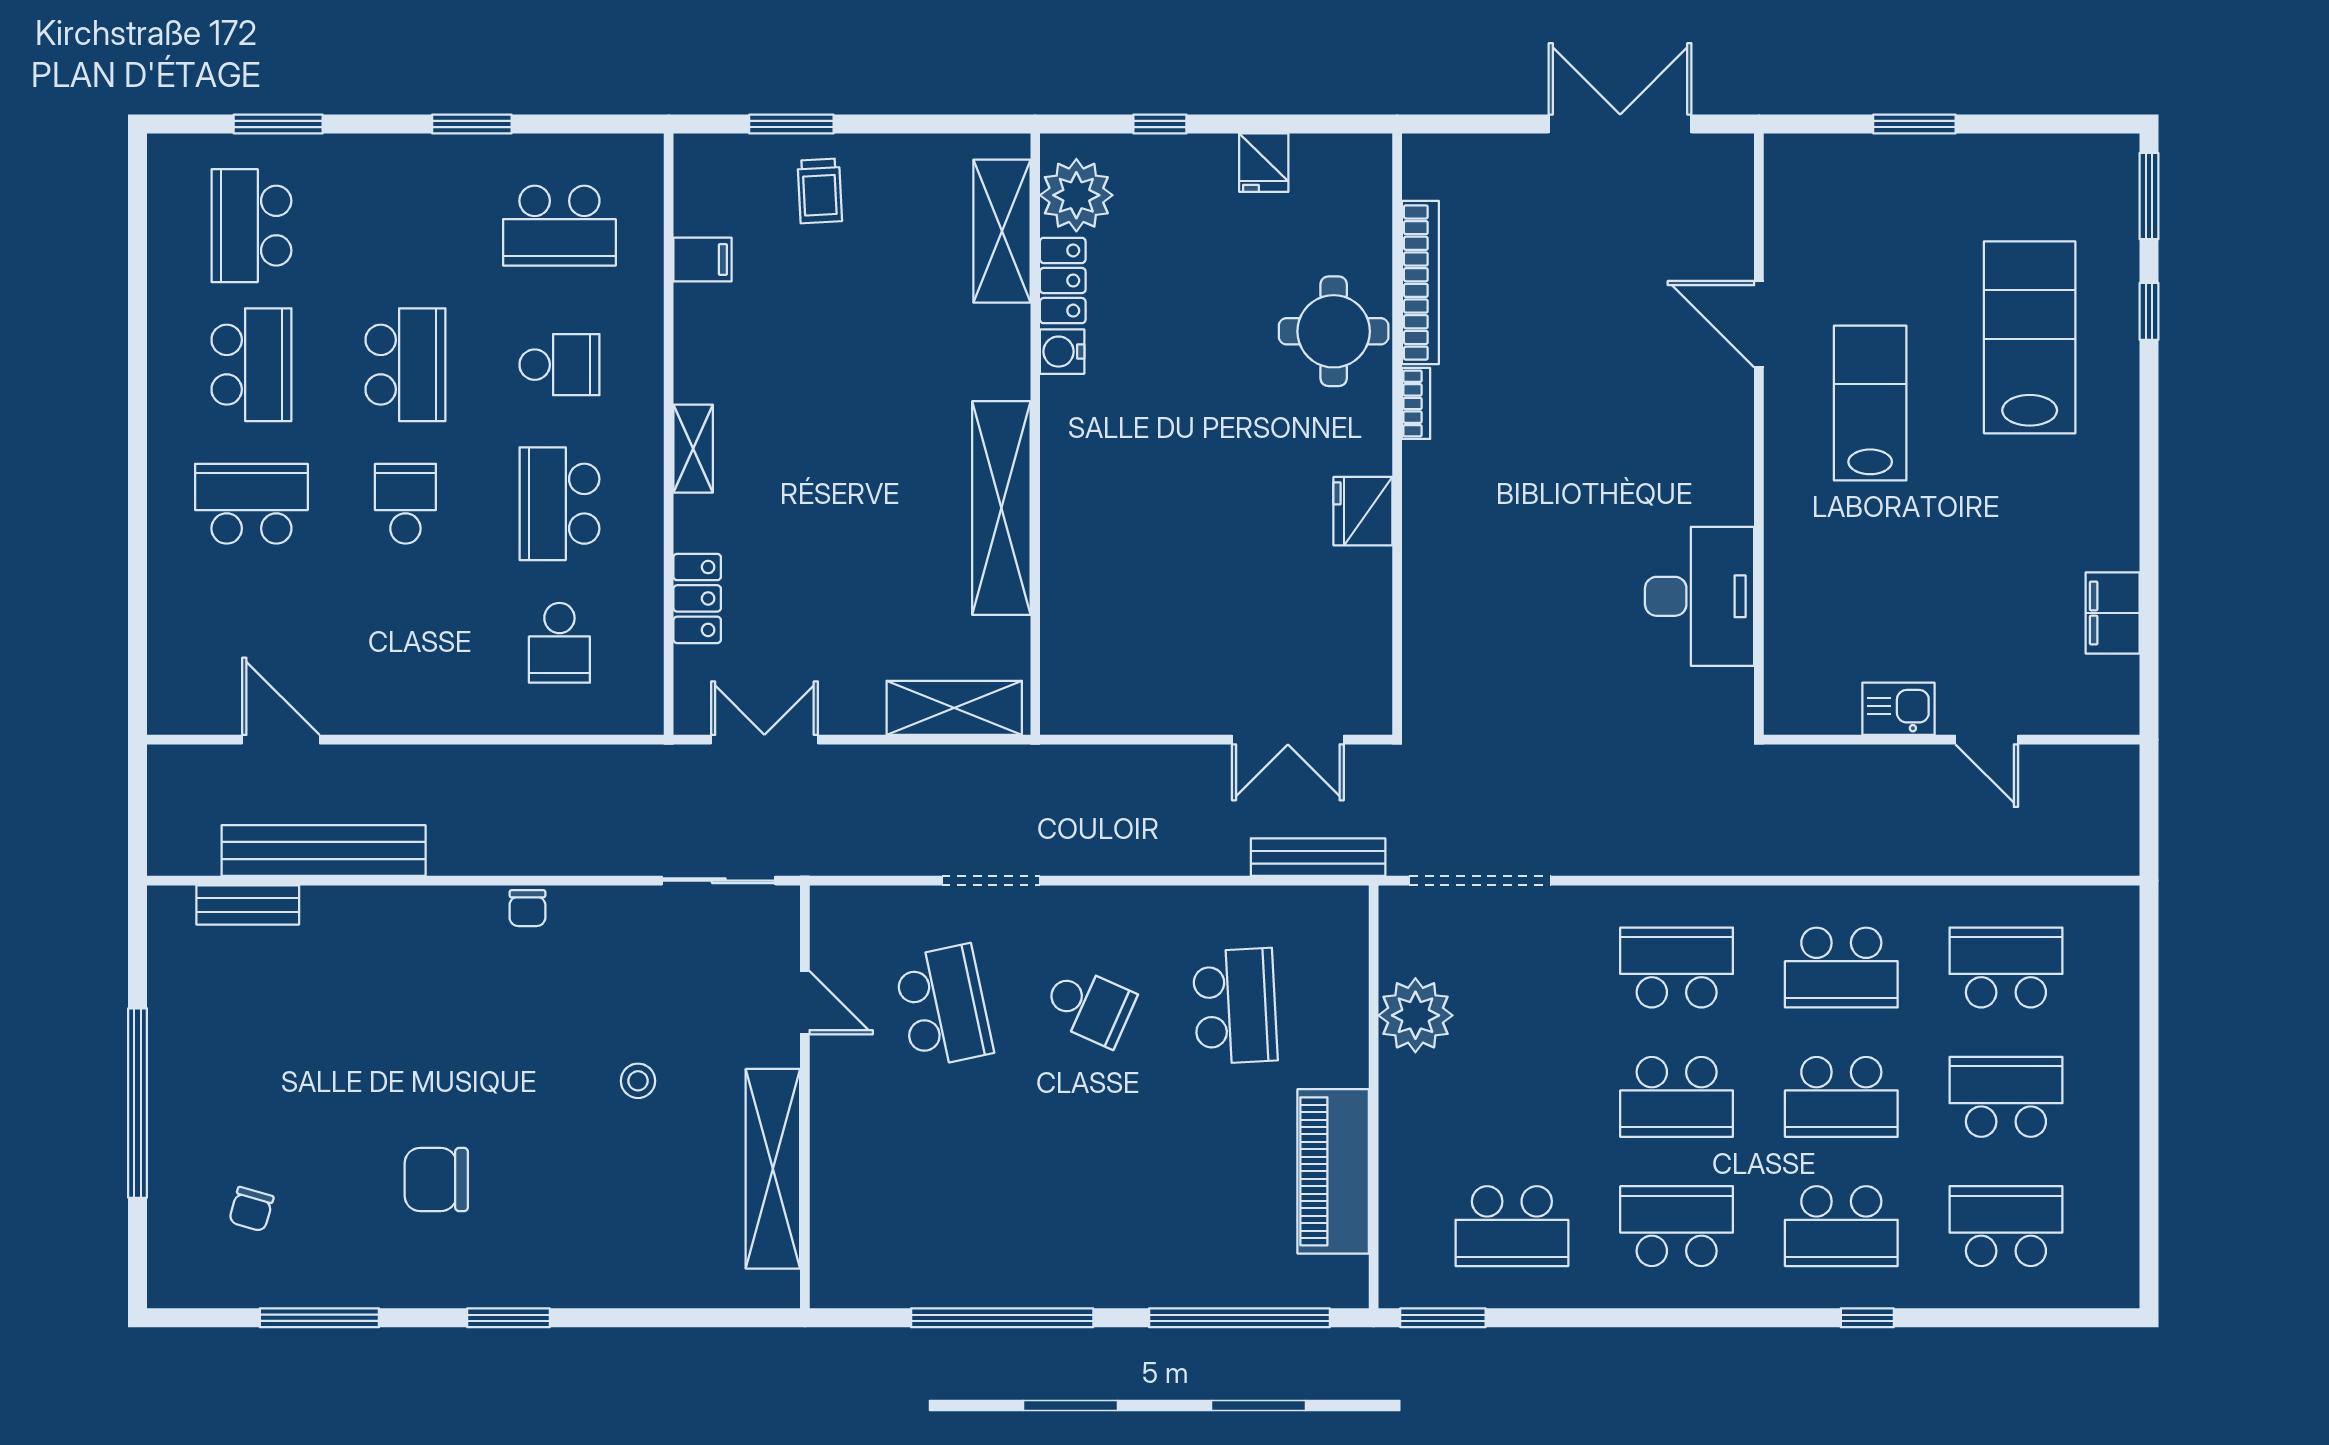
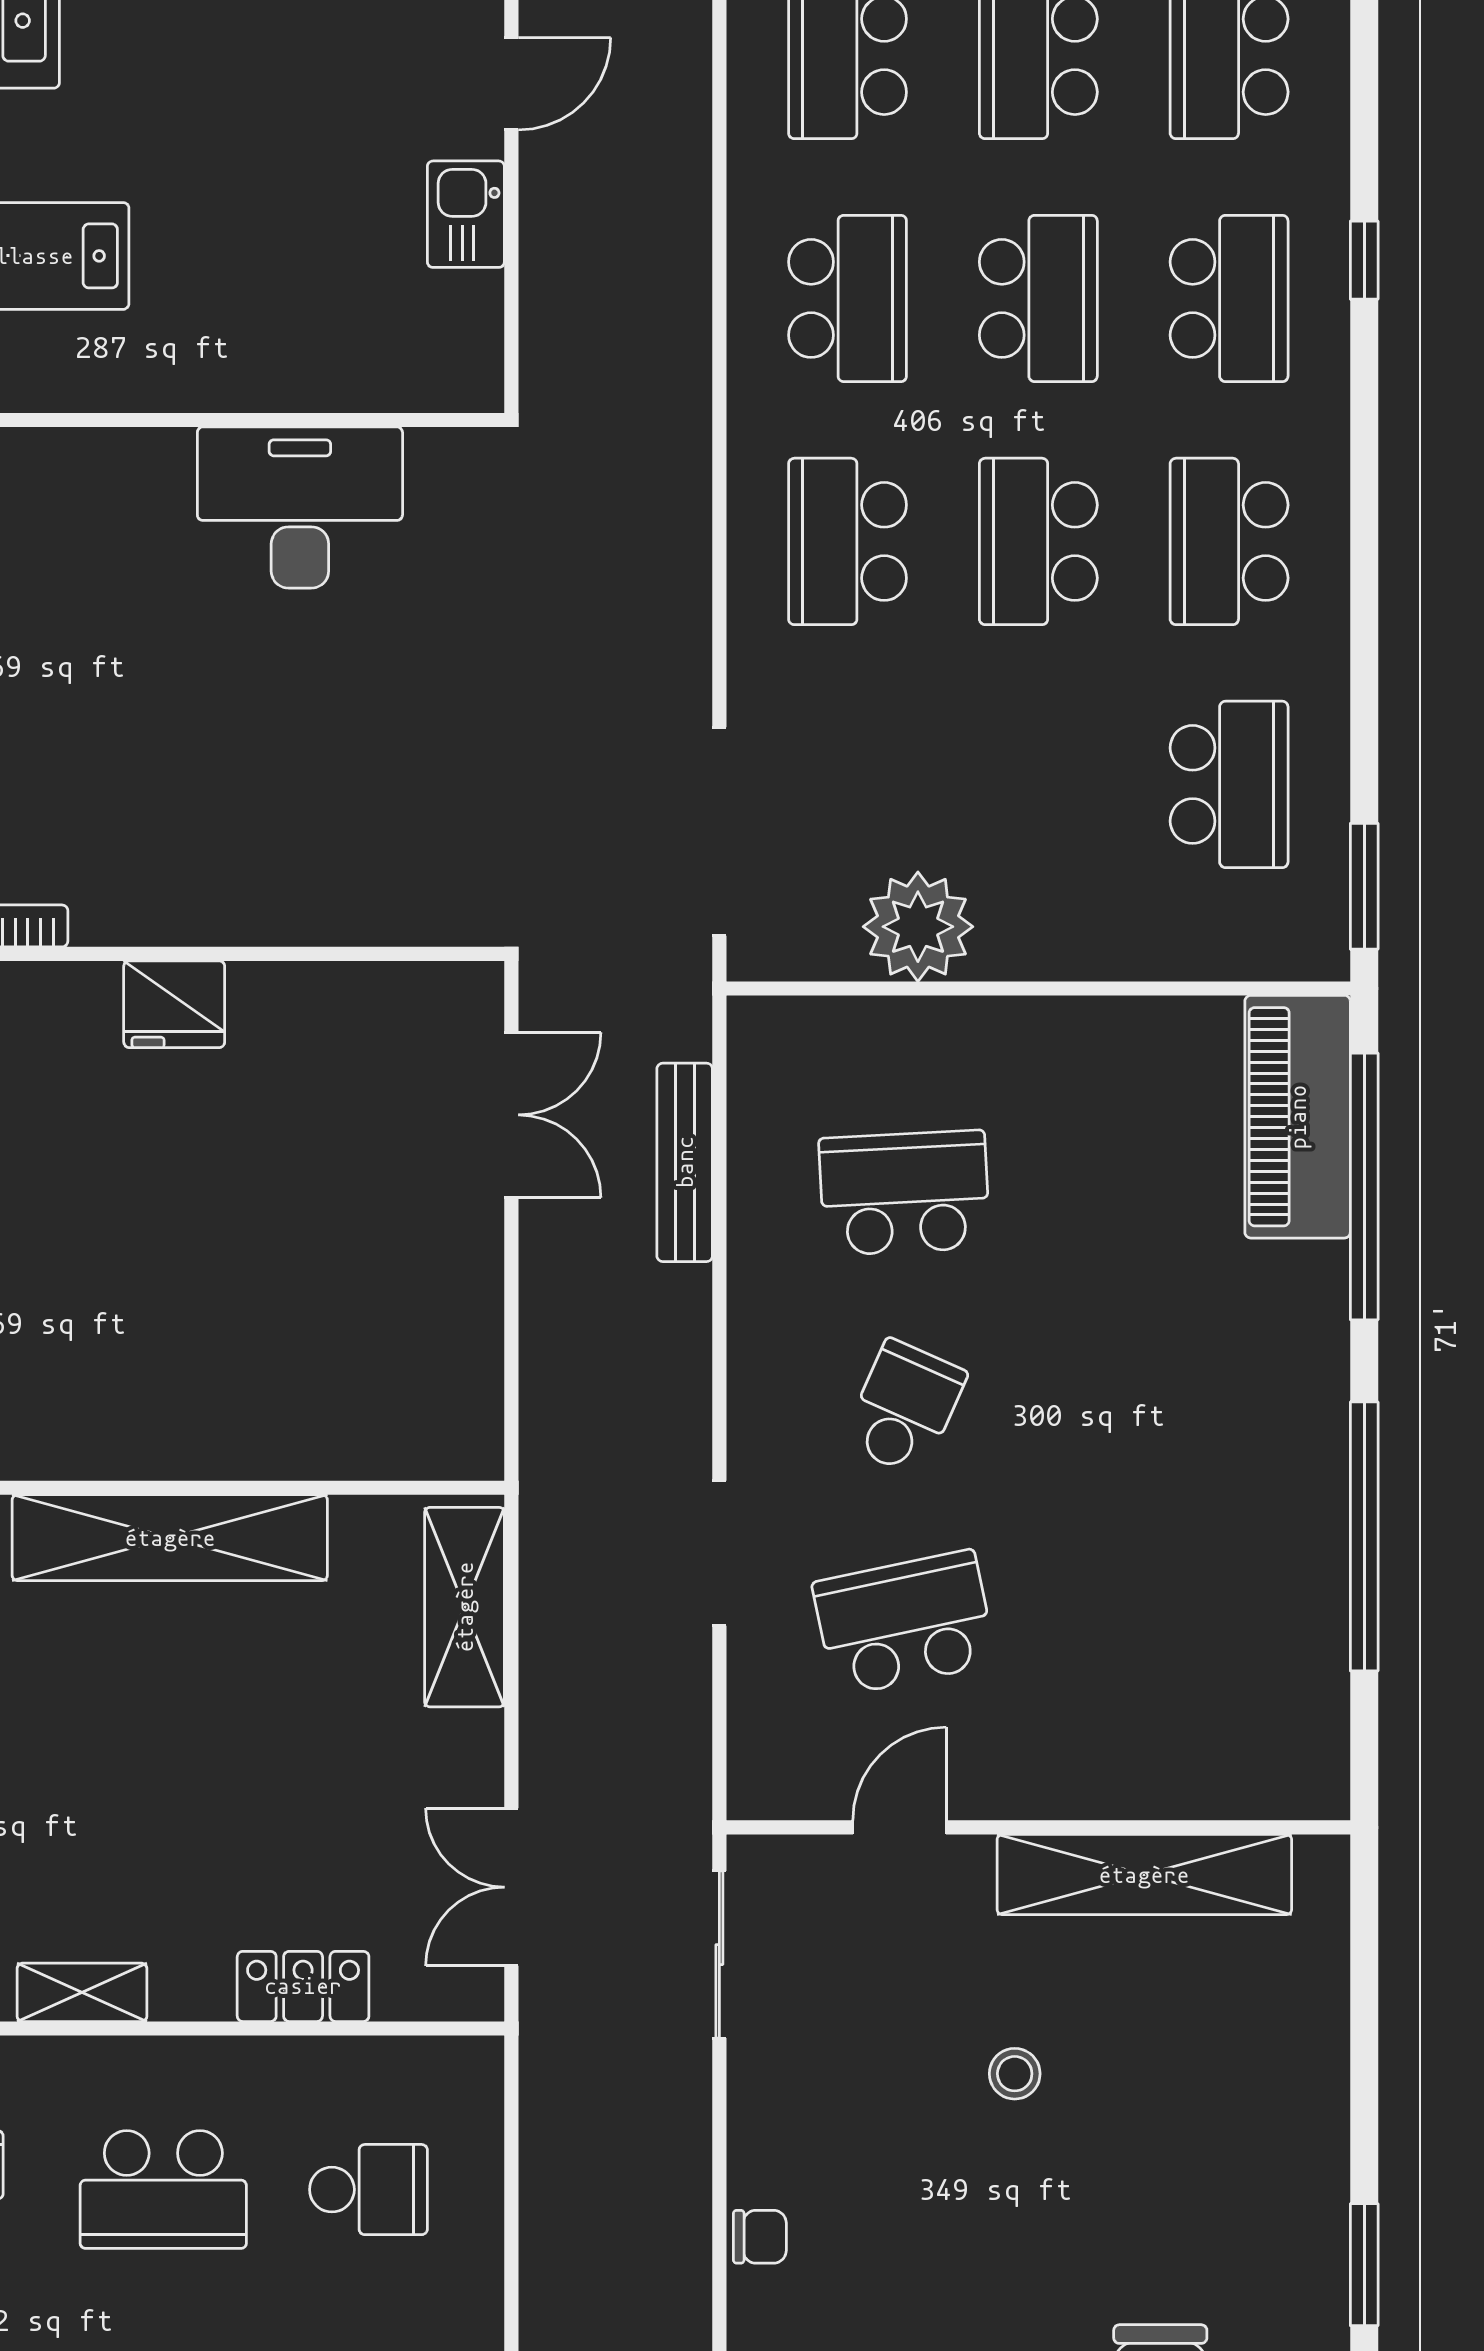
bench: (1318, 857) -> (685, 1162), moved
school desk: (1677, 1097) -> (1038, 541), turned 180
piano: (1333, 1171) -> (1298, 1117), moved, turned 90

